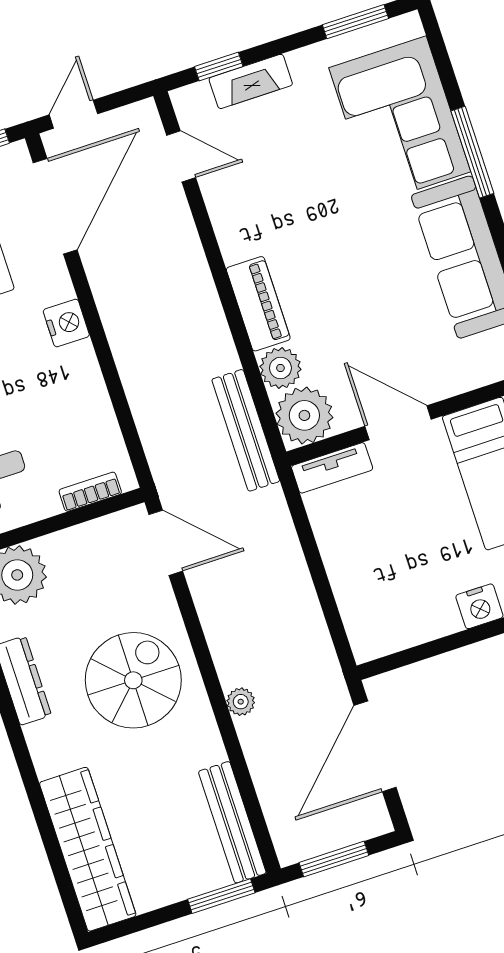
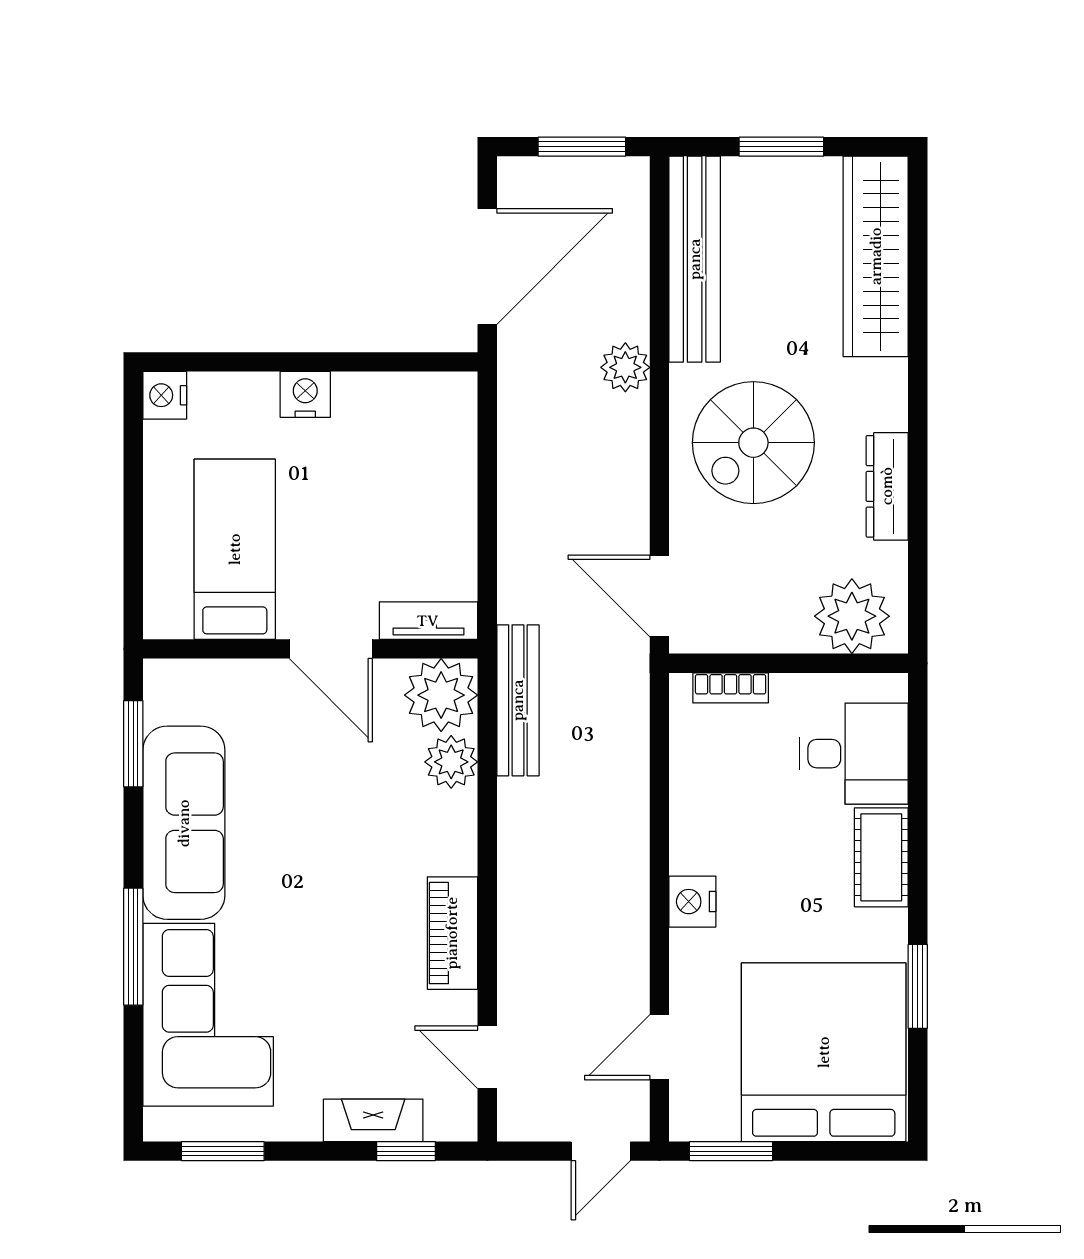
door: (55, 206) -> (659, 1047), width x0.53
piano: (258, 304) -> (452, 933), moved
plant: (241, 702) -> (625, 367), width x1.38, depth x1.38
bench: (232, 822) -> (695, 259), width x1.37, depth x1.21
window: (221, 896) -> (781, 147), moved

